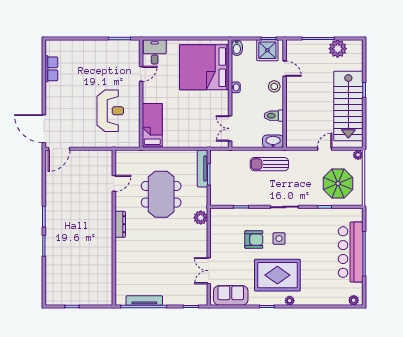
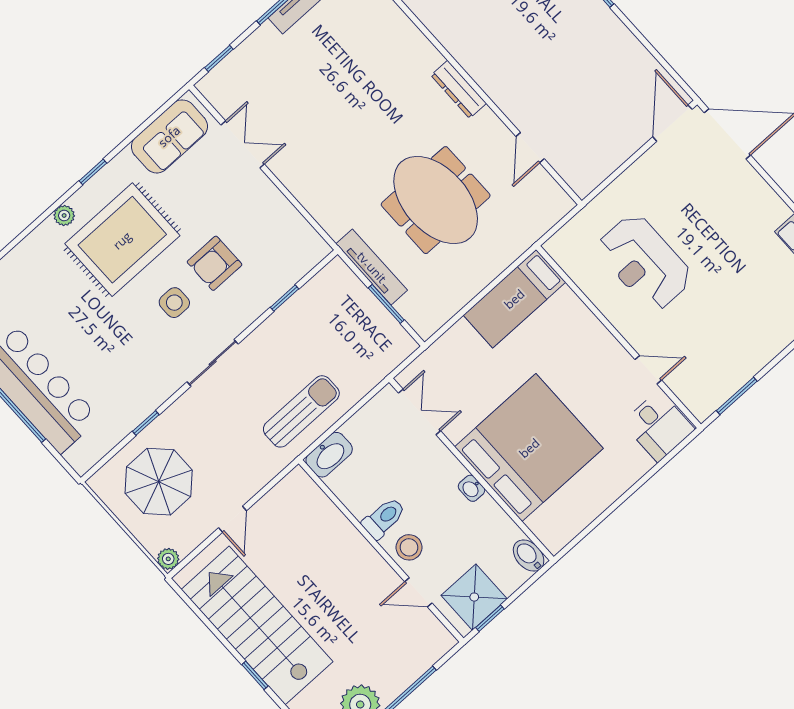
bed: (204, 67) -> (529, 448), moved
door: (141, 74) -> (648, 370), swing flipped
toilet: (274, 116) -> (384, 518), moved
bed: (152, 126) -> (514, 299), moved, turned 90
tv unit: (203, 169) -> (372, 267), moved
plant: (201, 218) -> (335, 220), removed

